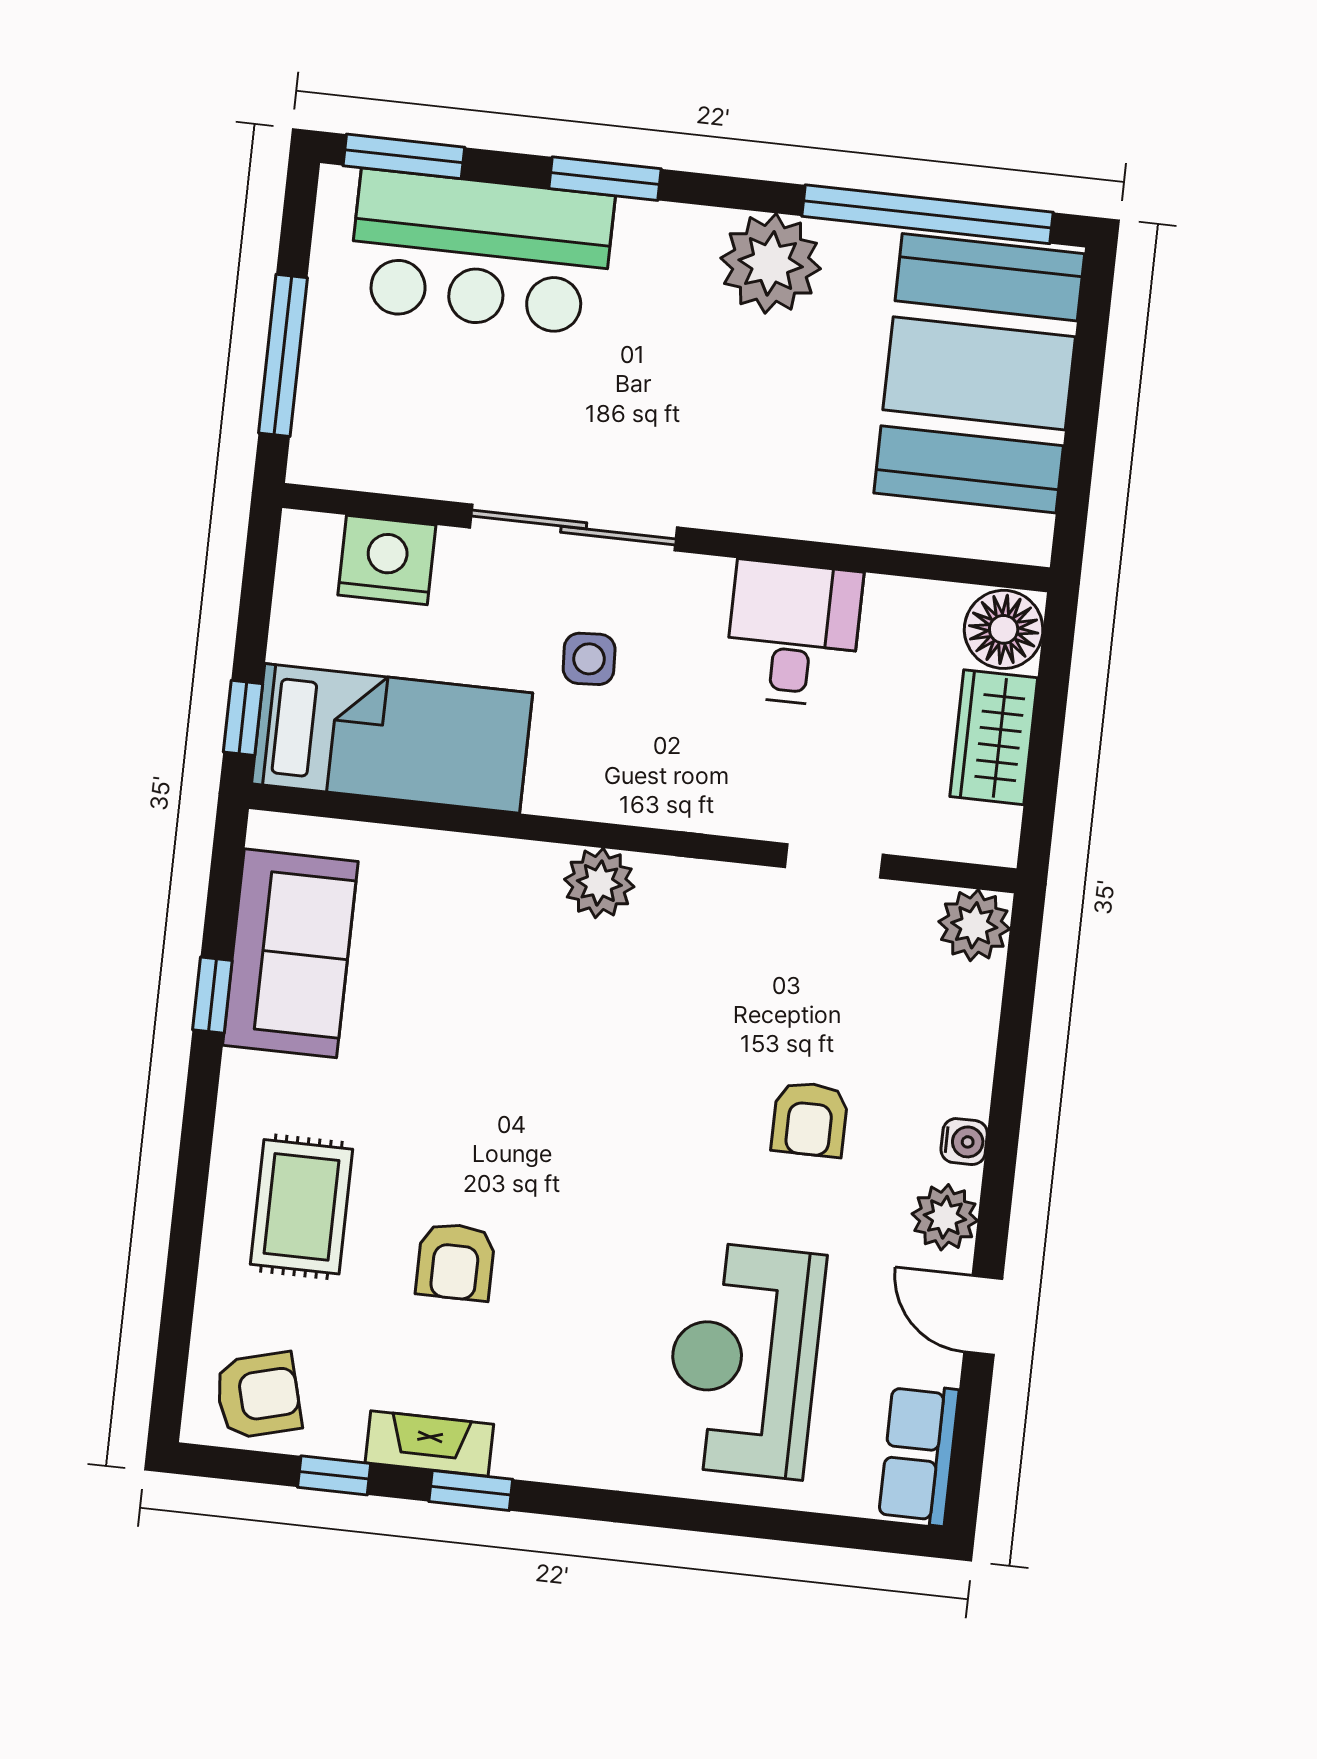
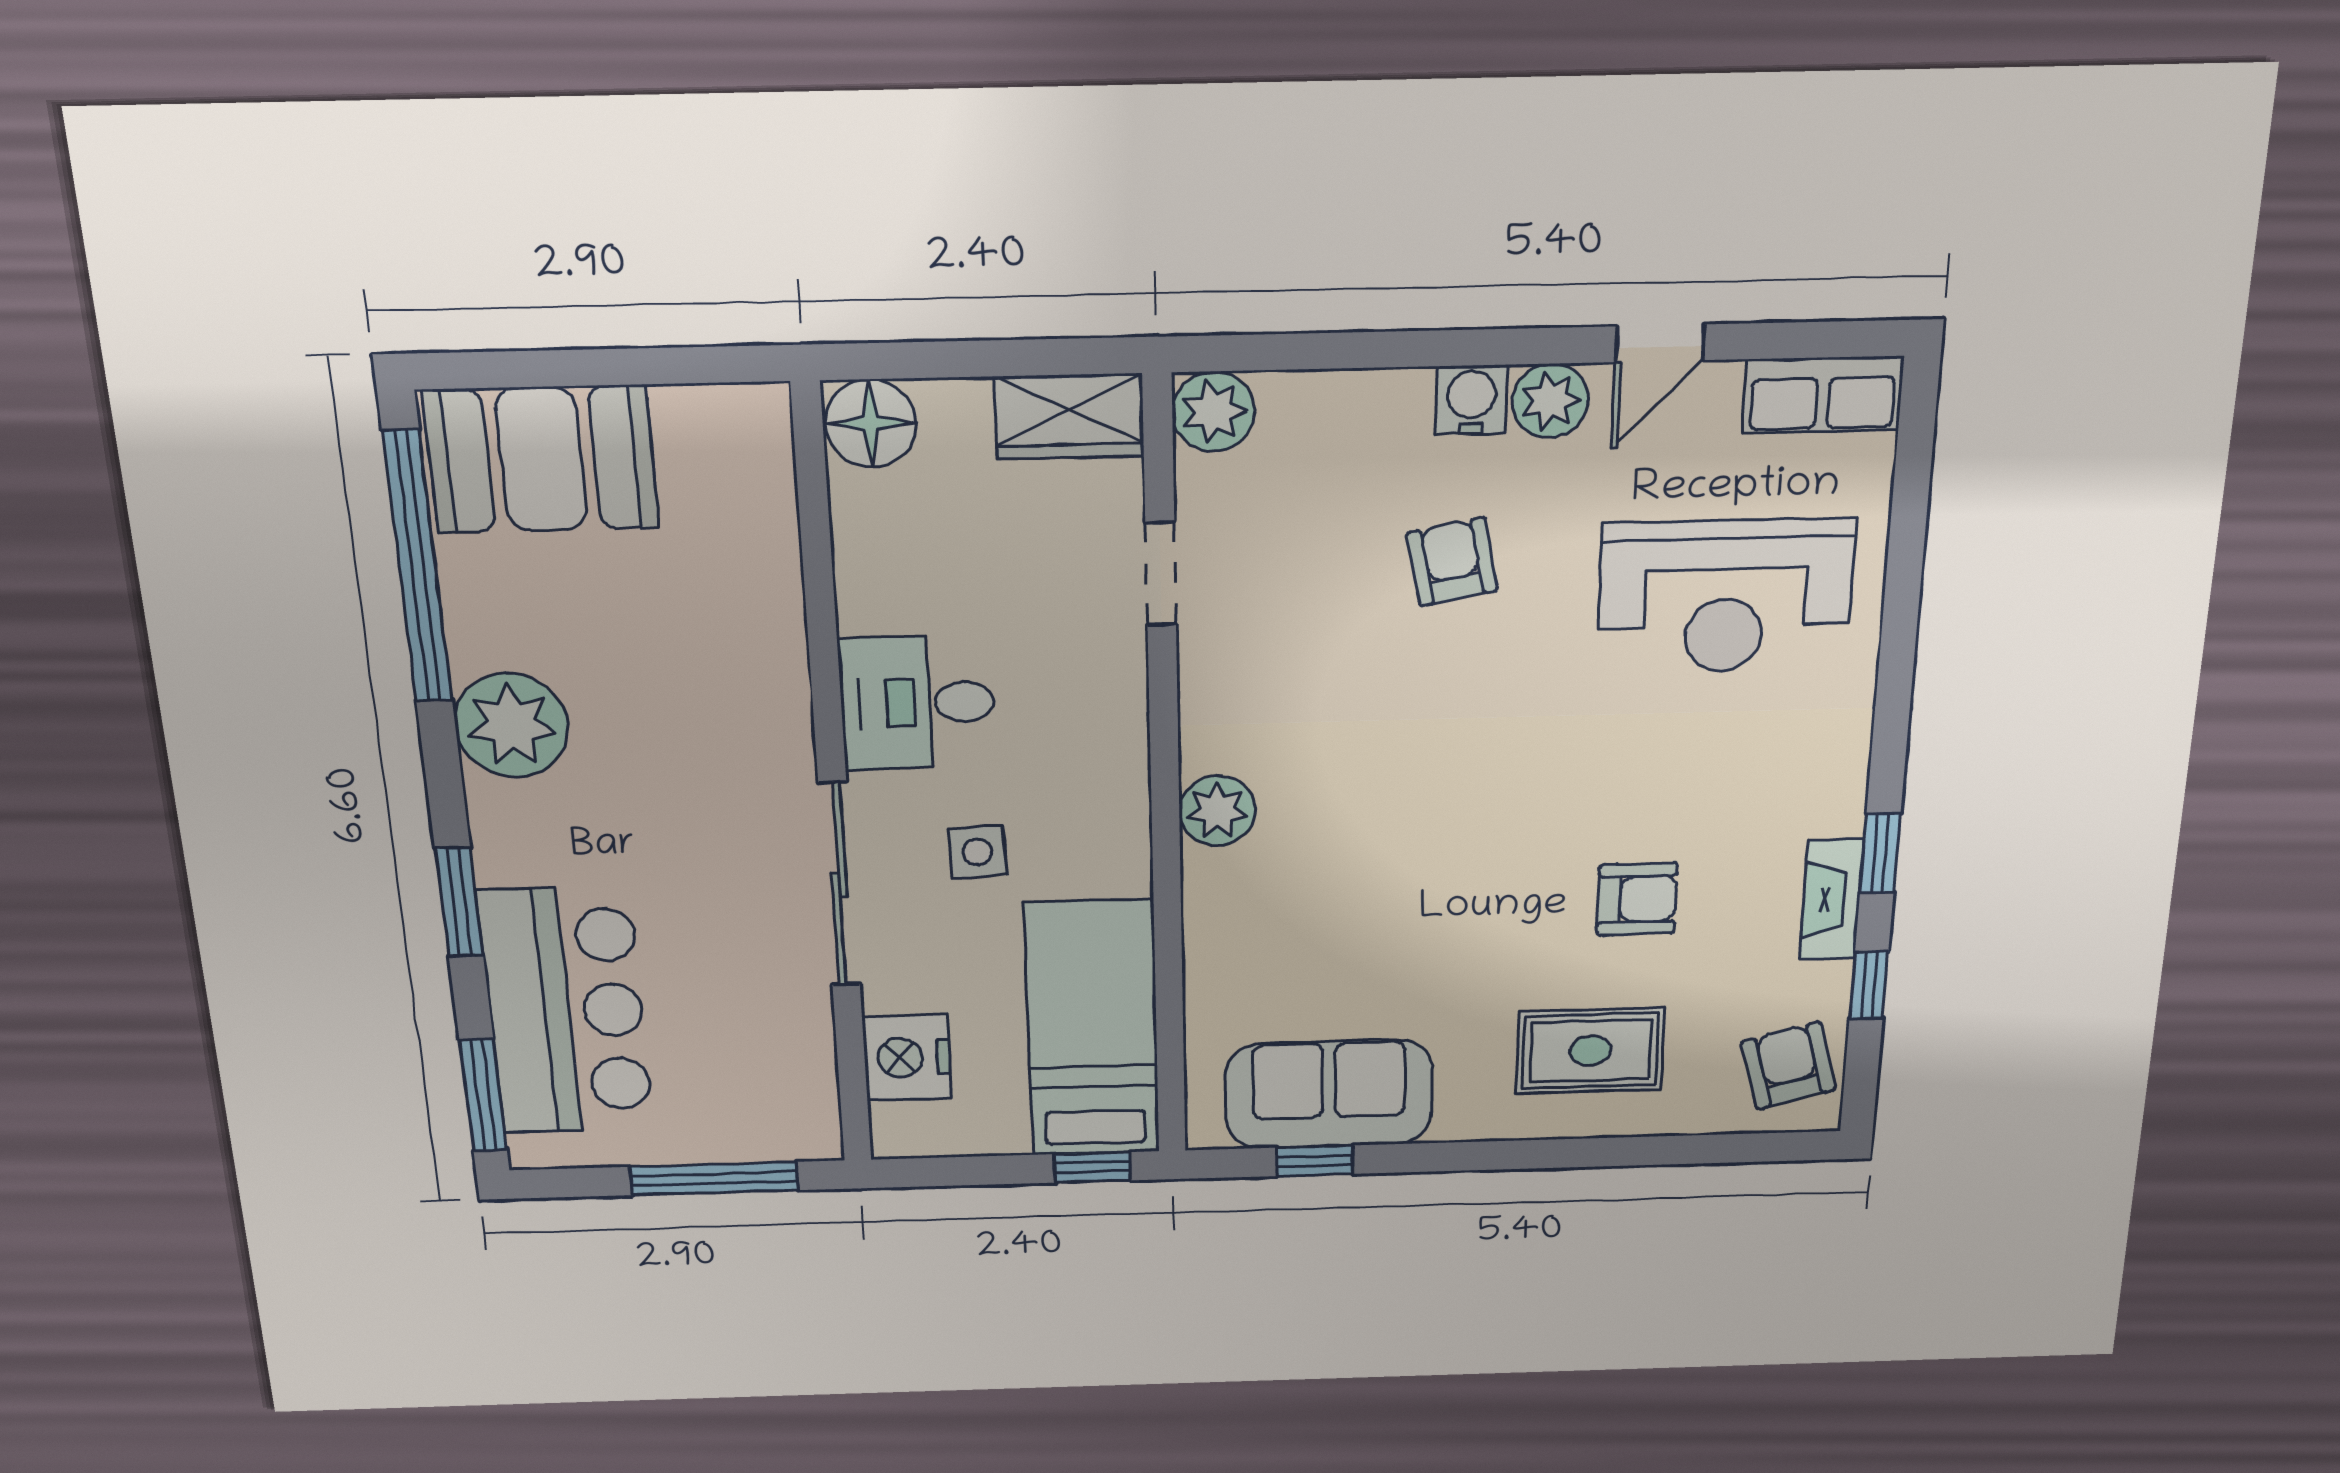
booth: (979, 373) -> (541, 459), width x0.73, depth x0.70
desk: (793, 633) -> (917, 703), moved
wardrobe: (994, 737) -> (1069, 416), moved
window: (212, 995) -> (1315, 1161), moved
armchair: (810, 1119) -> (1452, 562), turned -101
water cooler: (964, 1142) -> (1471, 400), width x1.38, depth x1.38

